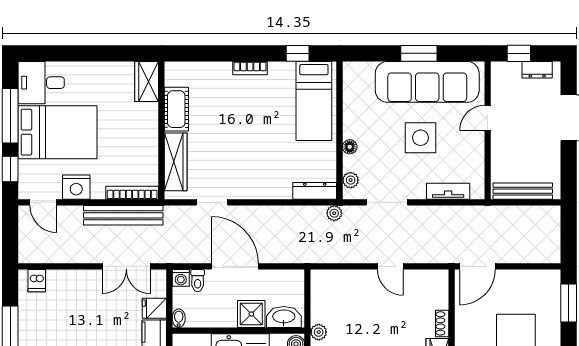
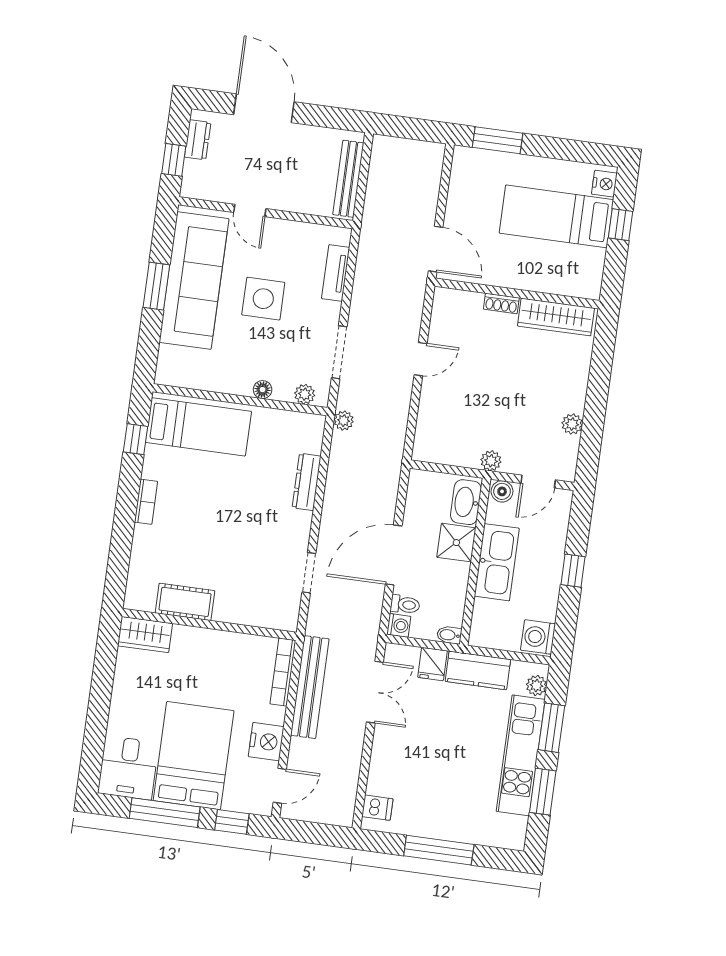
wardrobe: (176, 162) -> (251, 612), removed
dresser: (315, 191) -> (307, 482), moved

